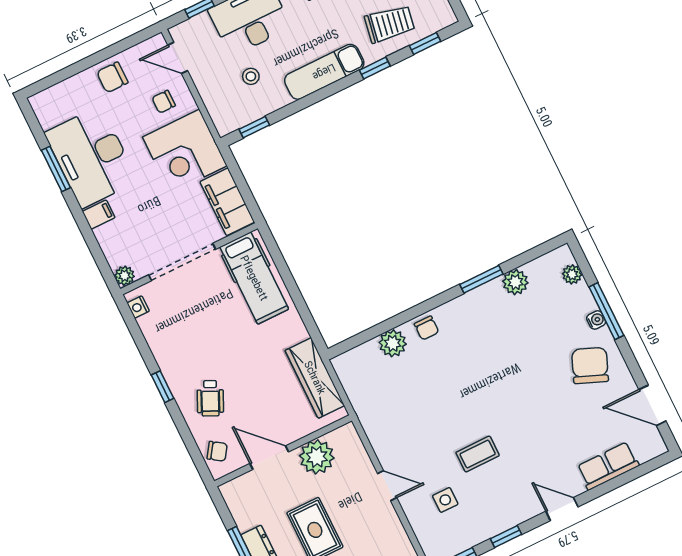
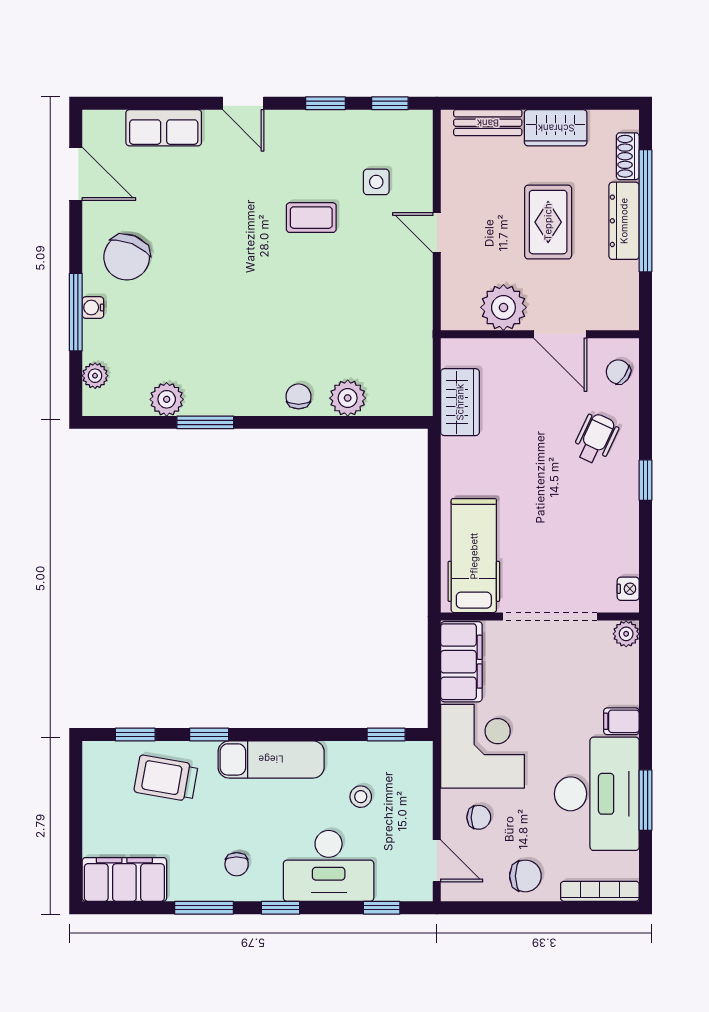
bookcase: (57, 92) -> (600, 891), added
wardrobe: (315, 378) -> (460, 402), width x0.67

